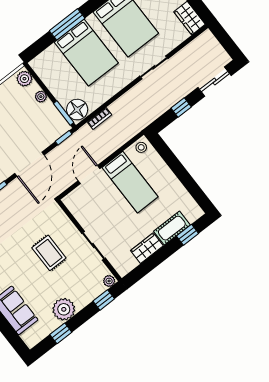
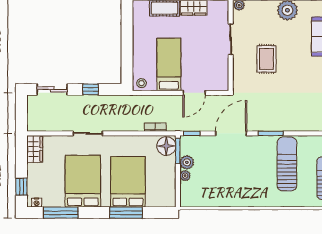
plant: (24, 79) -> (187, 162), moved

